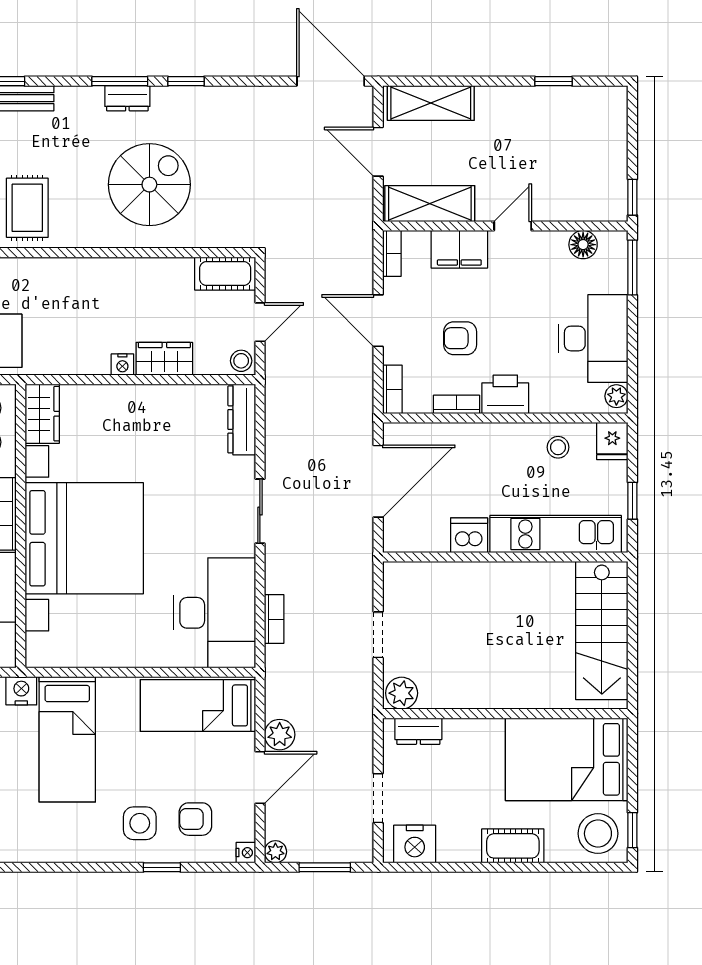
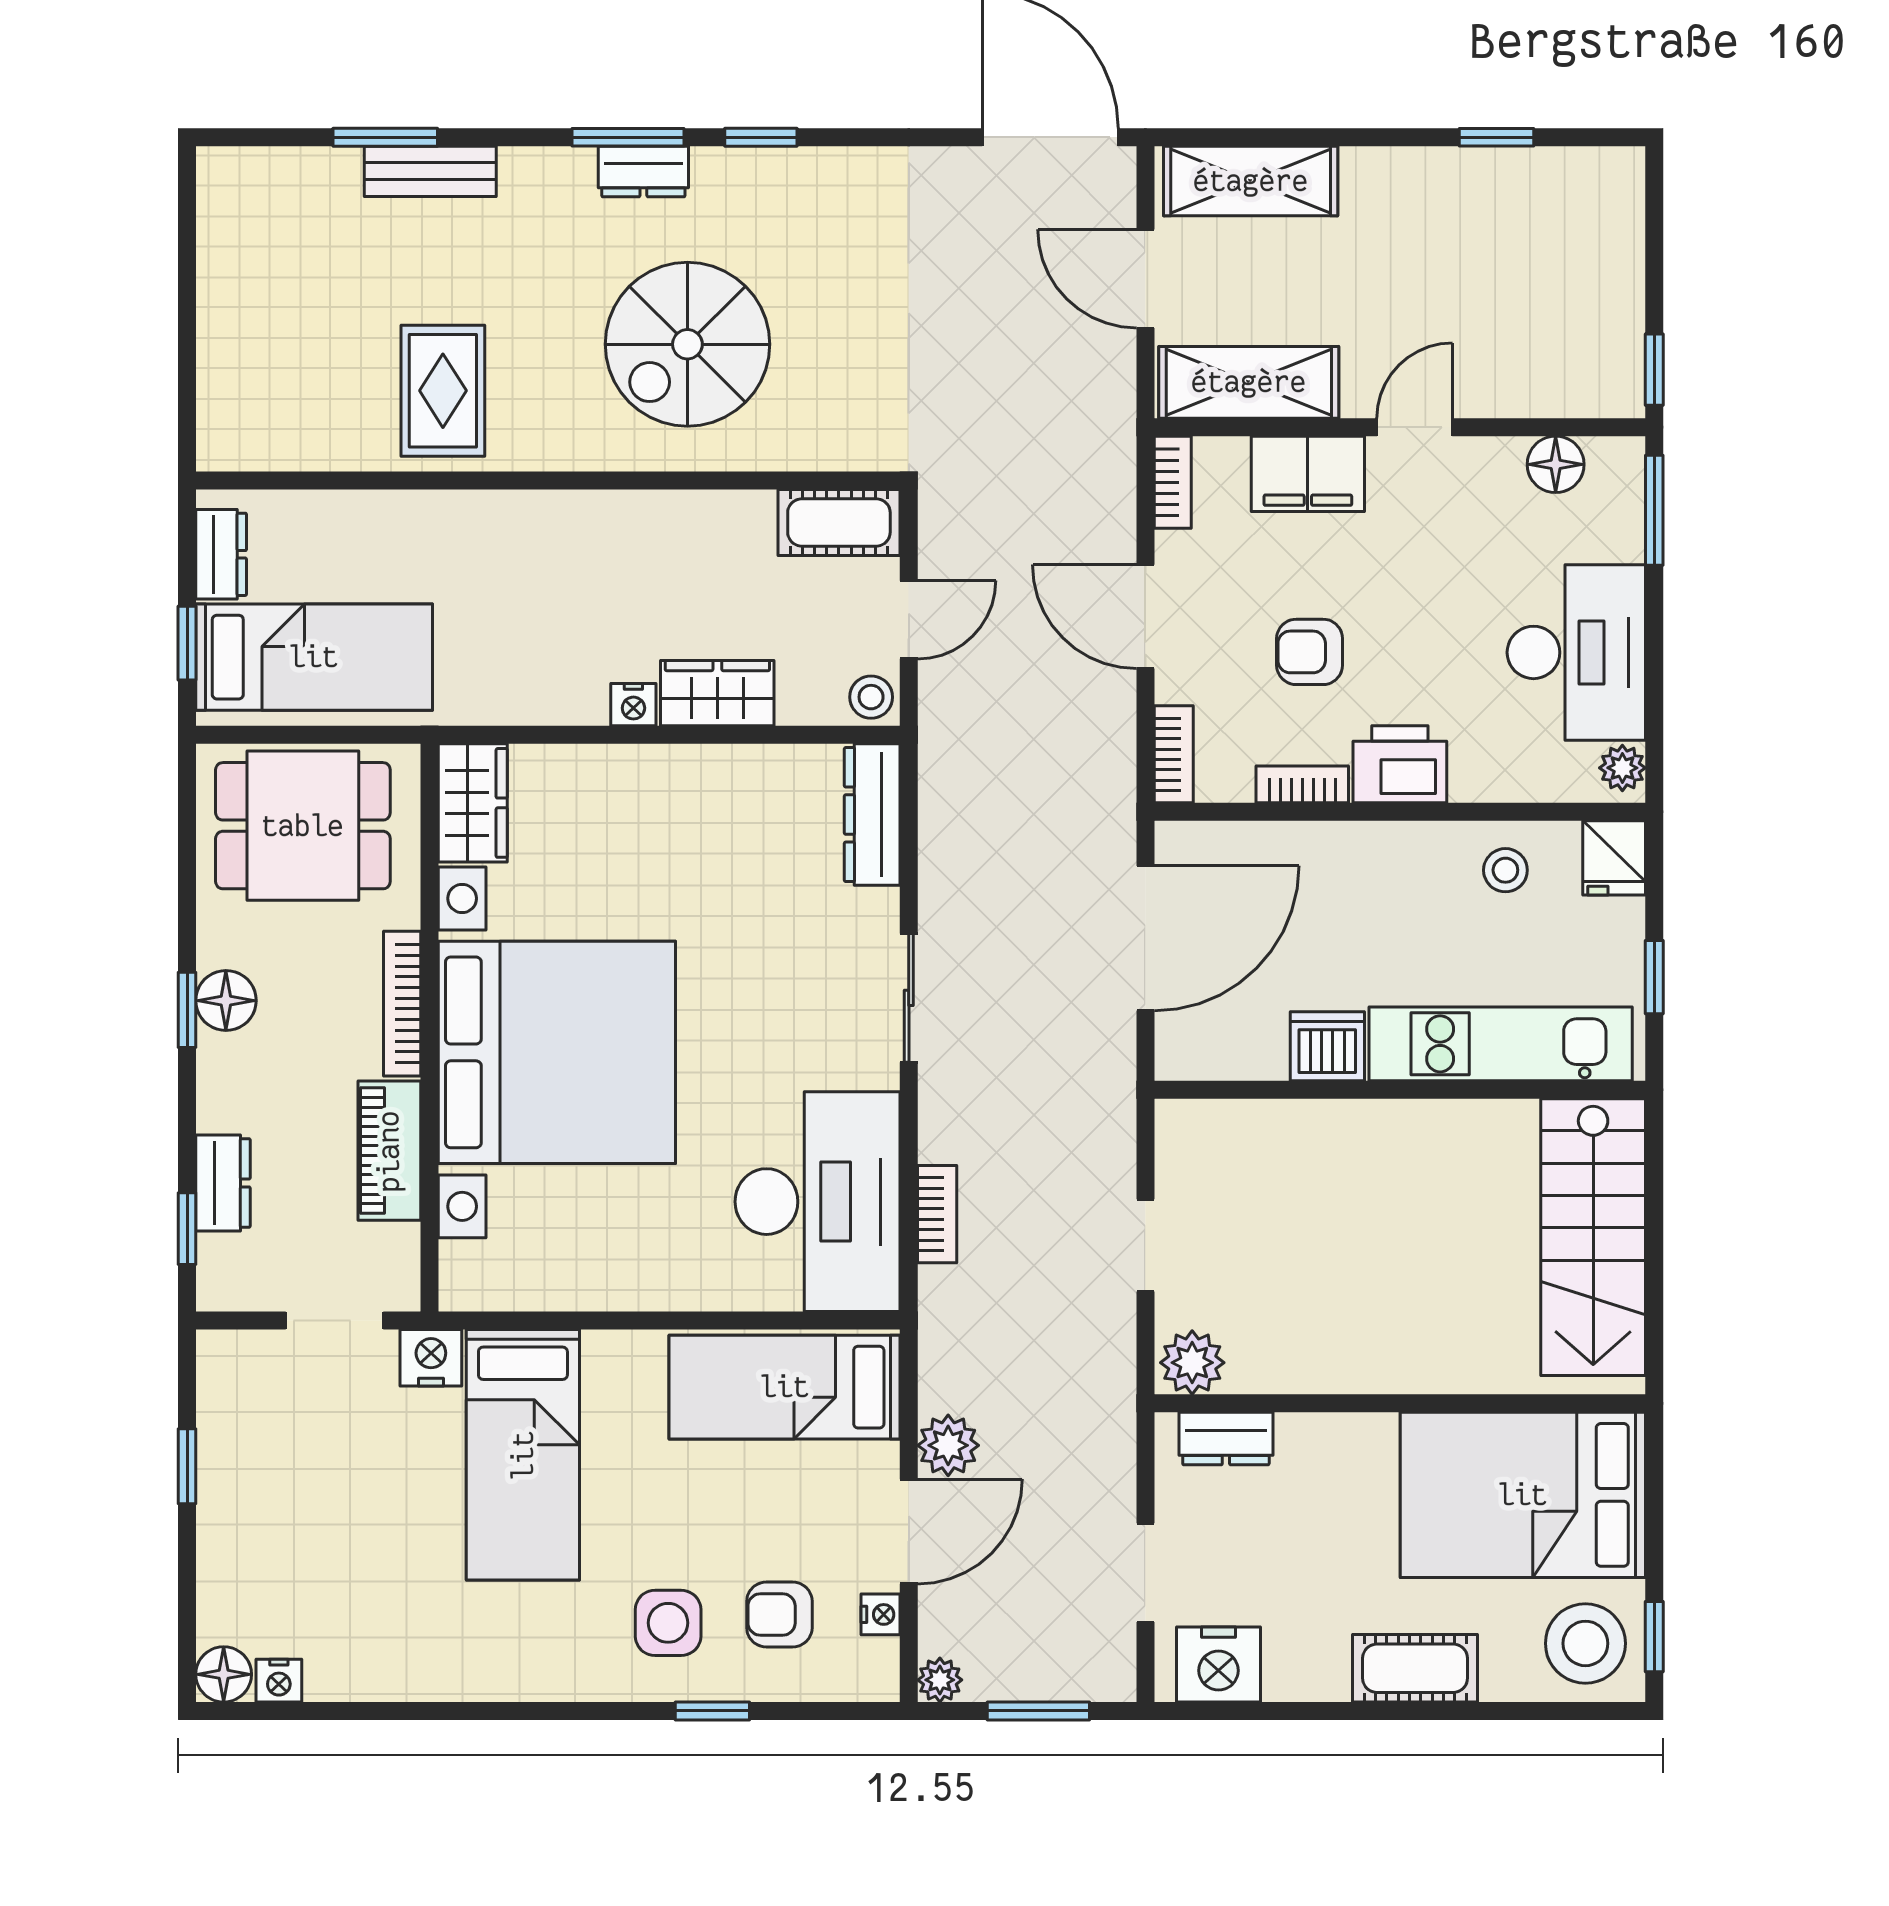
spiral stairs: (149, 185) -> (687, 344), turned 180
nightstand: (246, 853) -> (881, 1614), moved

